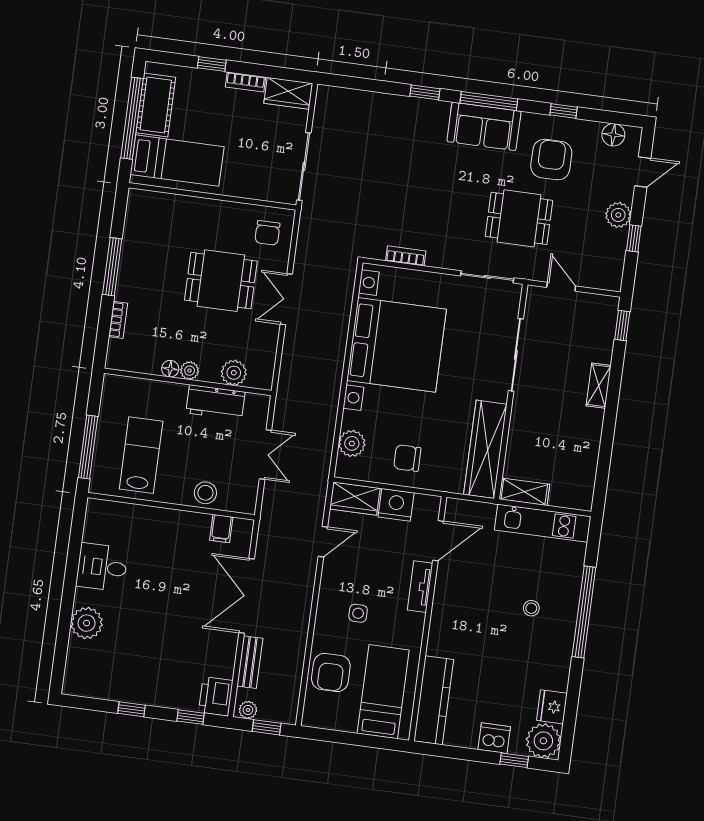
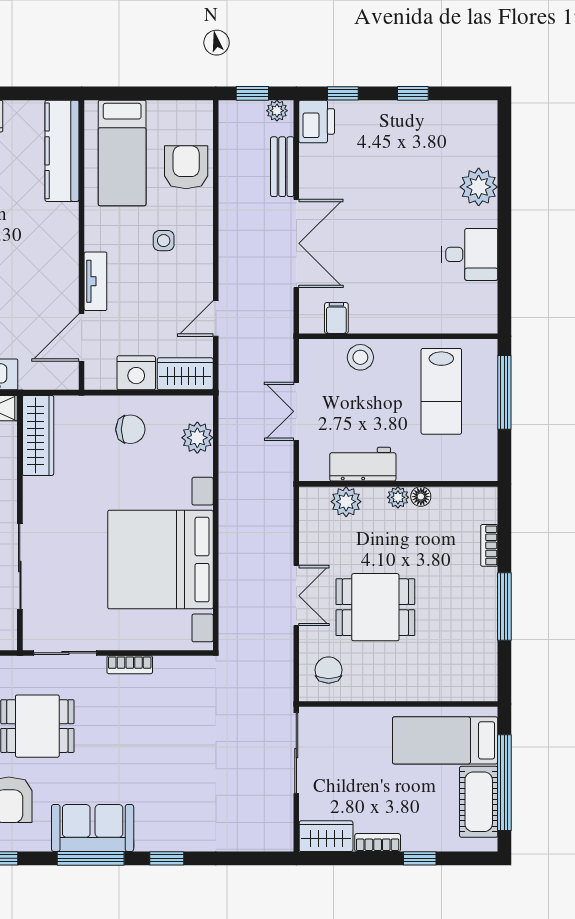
bookcase: (406, 256) -> (130, 665), moved
wardrobe: (485, 449) -> (38, 435), width x0.71, depth x0.85

